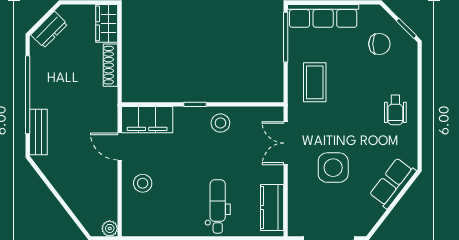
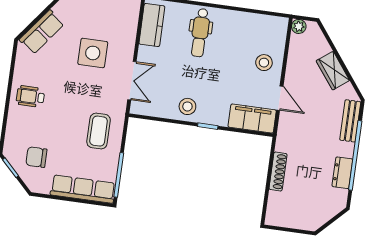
wardrobe: (107, 23) -> (333, 71), moved, turned 143
dresser: (49, 30) -> (342, 173), moved, turned -45
wheelchair: (395, 110) -> (30, 96), turned -90

